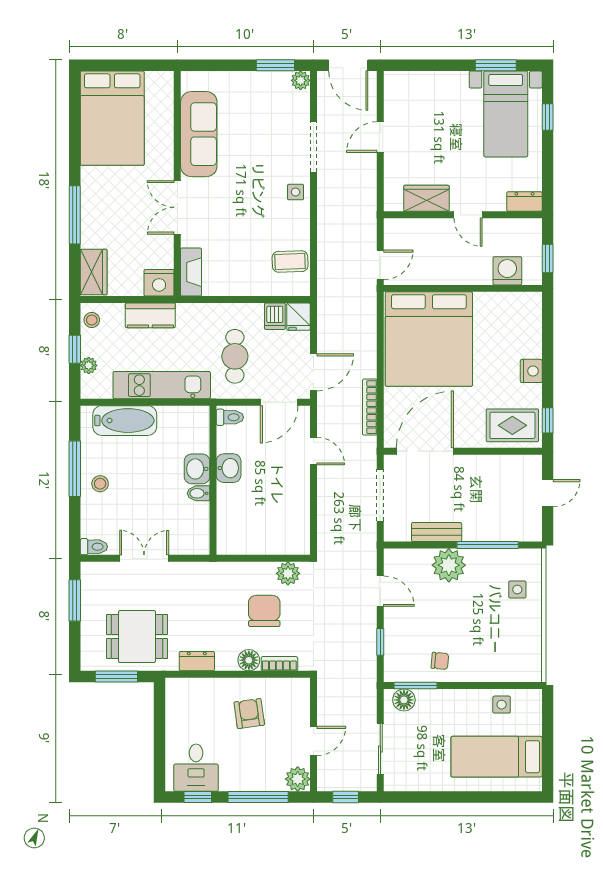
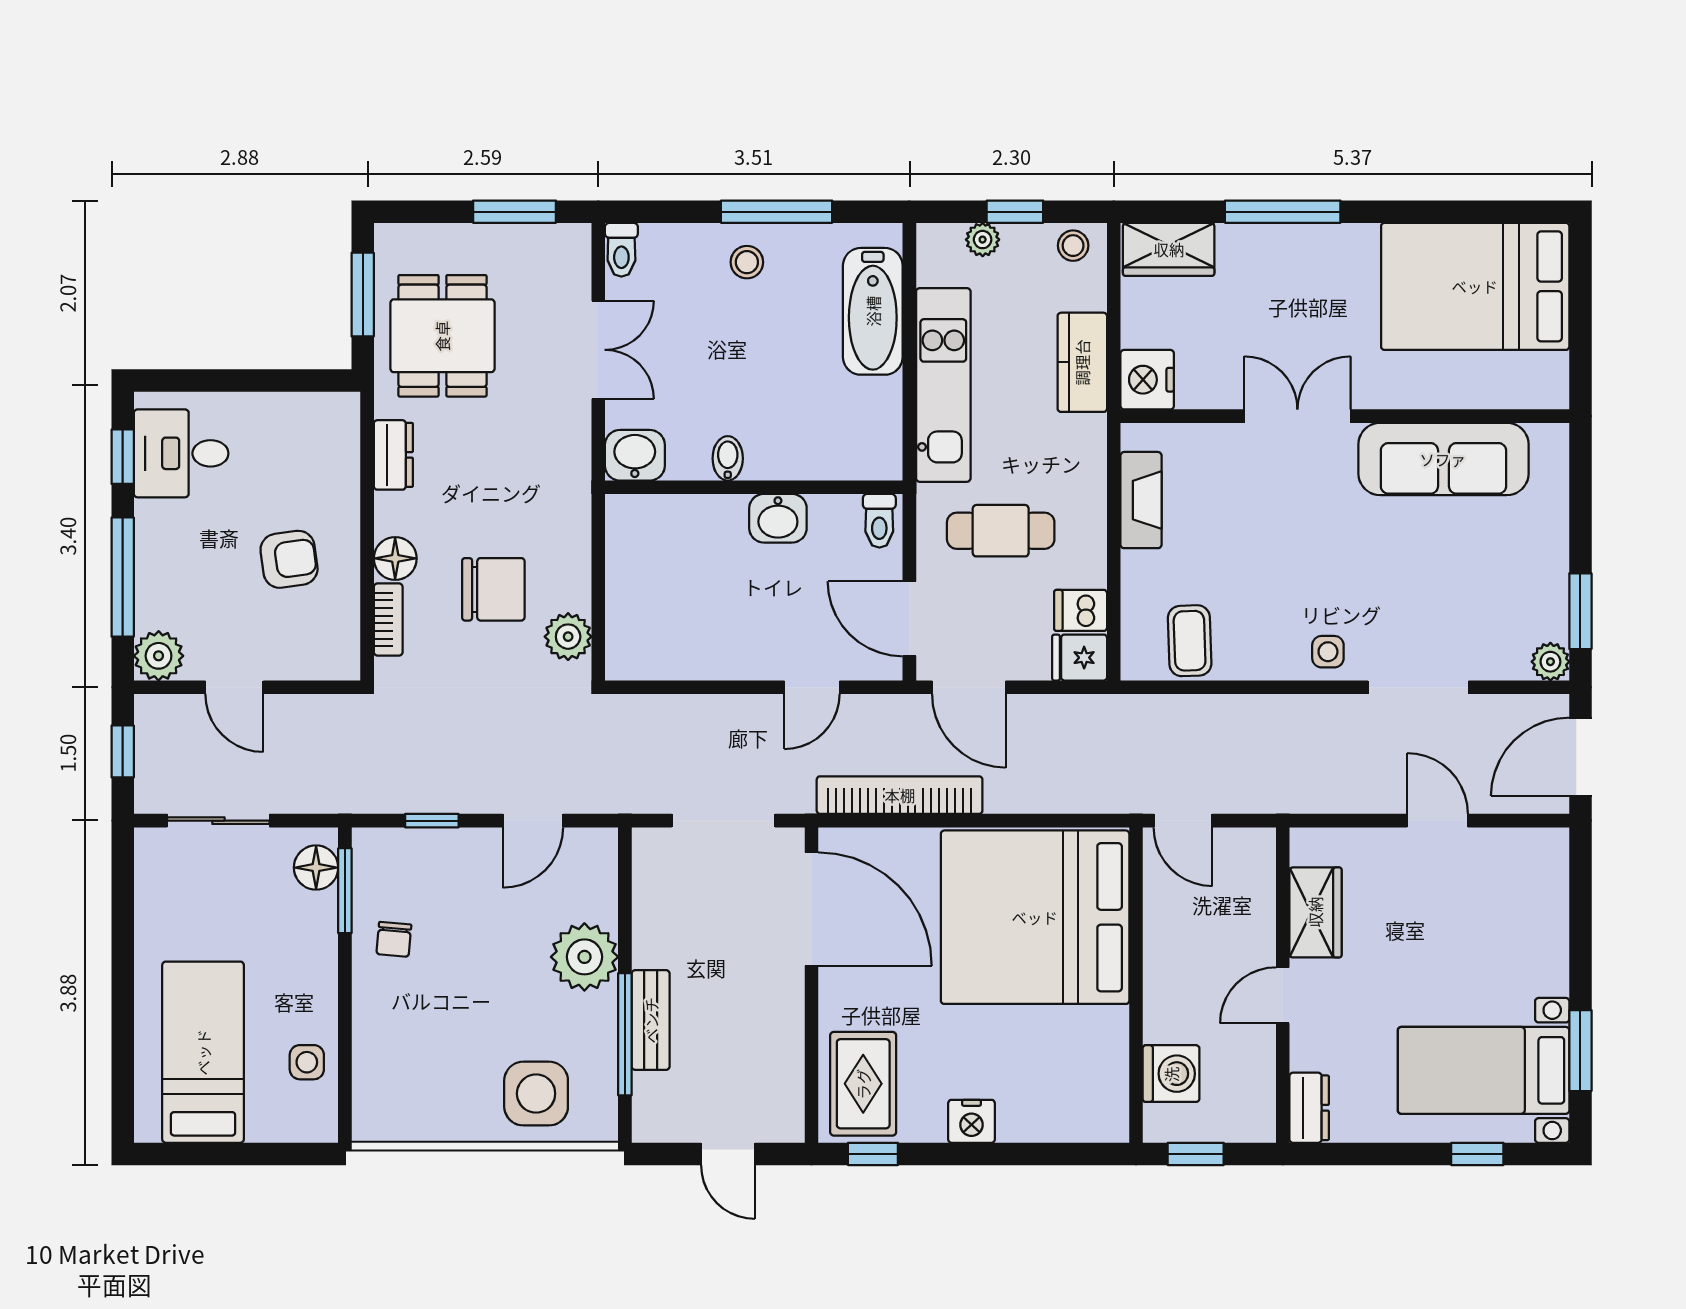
fireplace: (191, 272) -> (1141, 500), moved, turned -90
bookcase: (370, 407) -> (900, 795), width x1.48, depth x1.31
washbasin: (197, 469) -> (635, 455), moved
bench: (437, 532) -> (651, 1020), moved
side table: (517, 590) -> (536, 1094), width x1.87, depth x1.87

